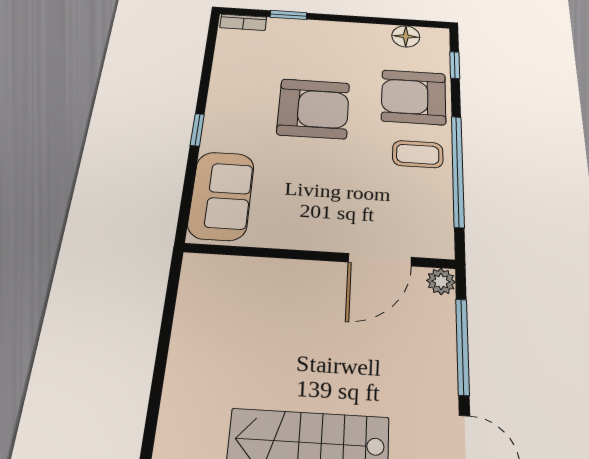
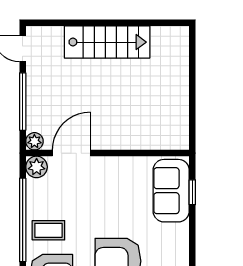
window: (197, 130) -> (192, 192), moved
plant: (437, 243) -> (37, 167), added

